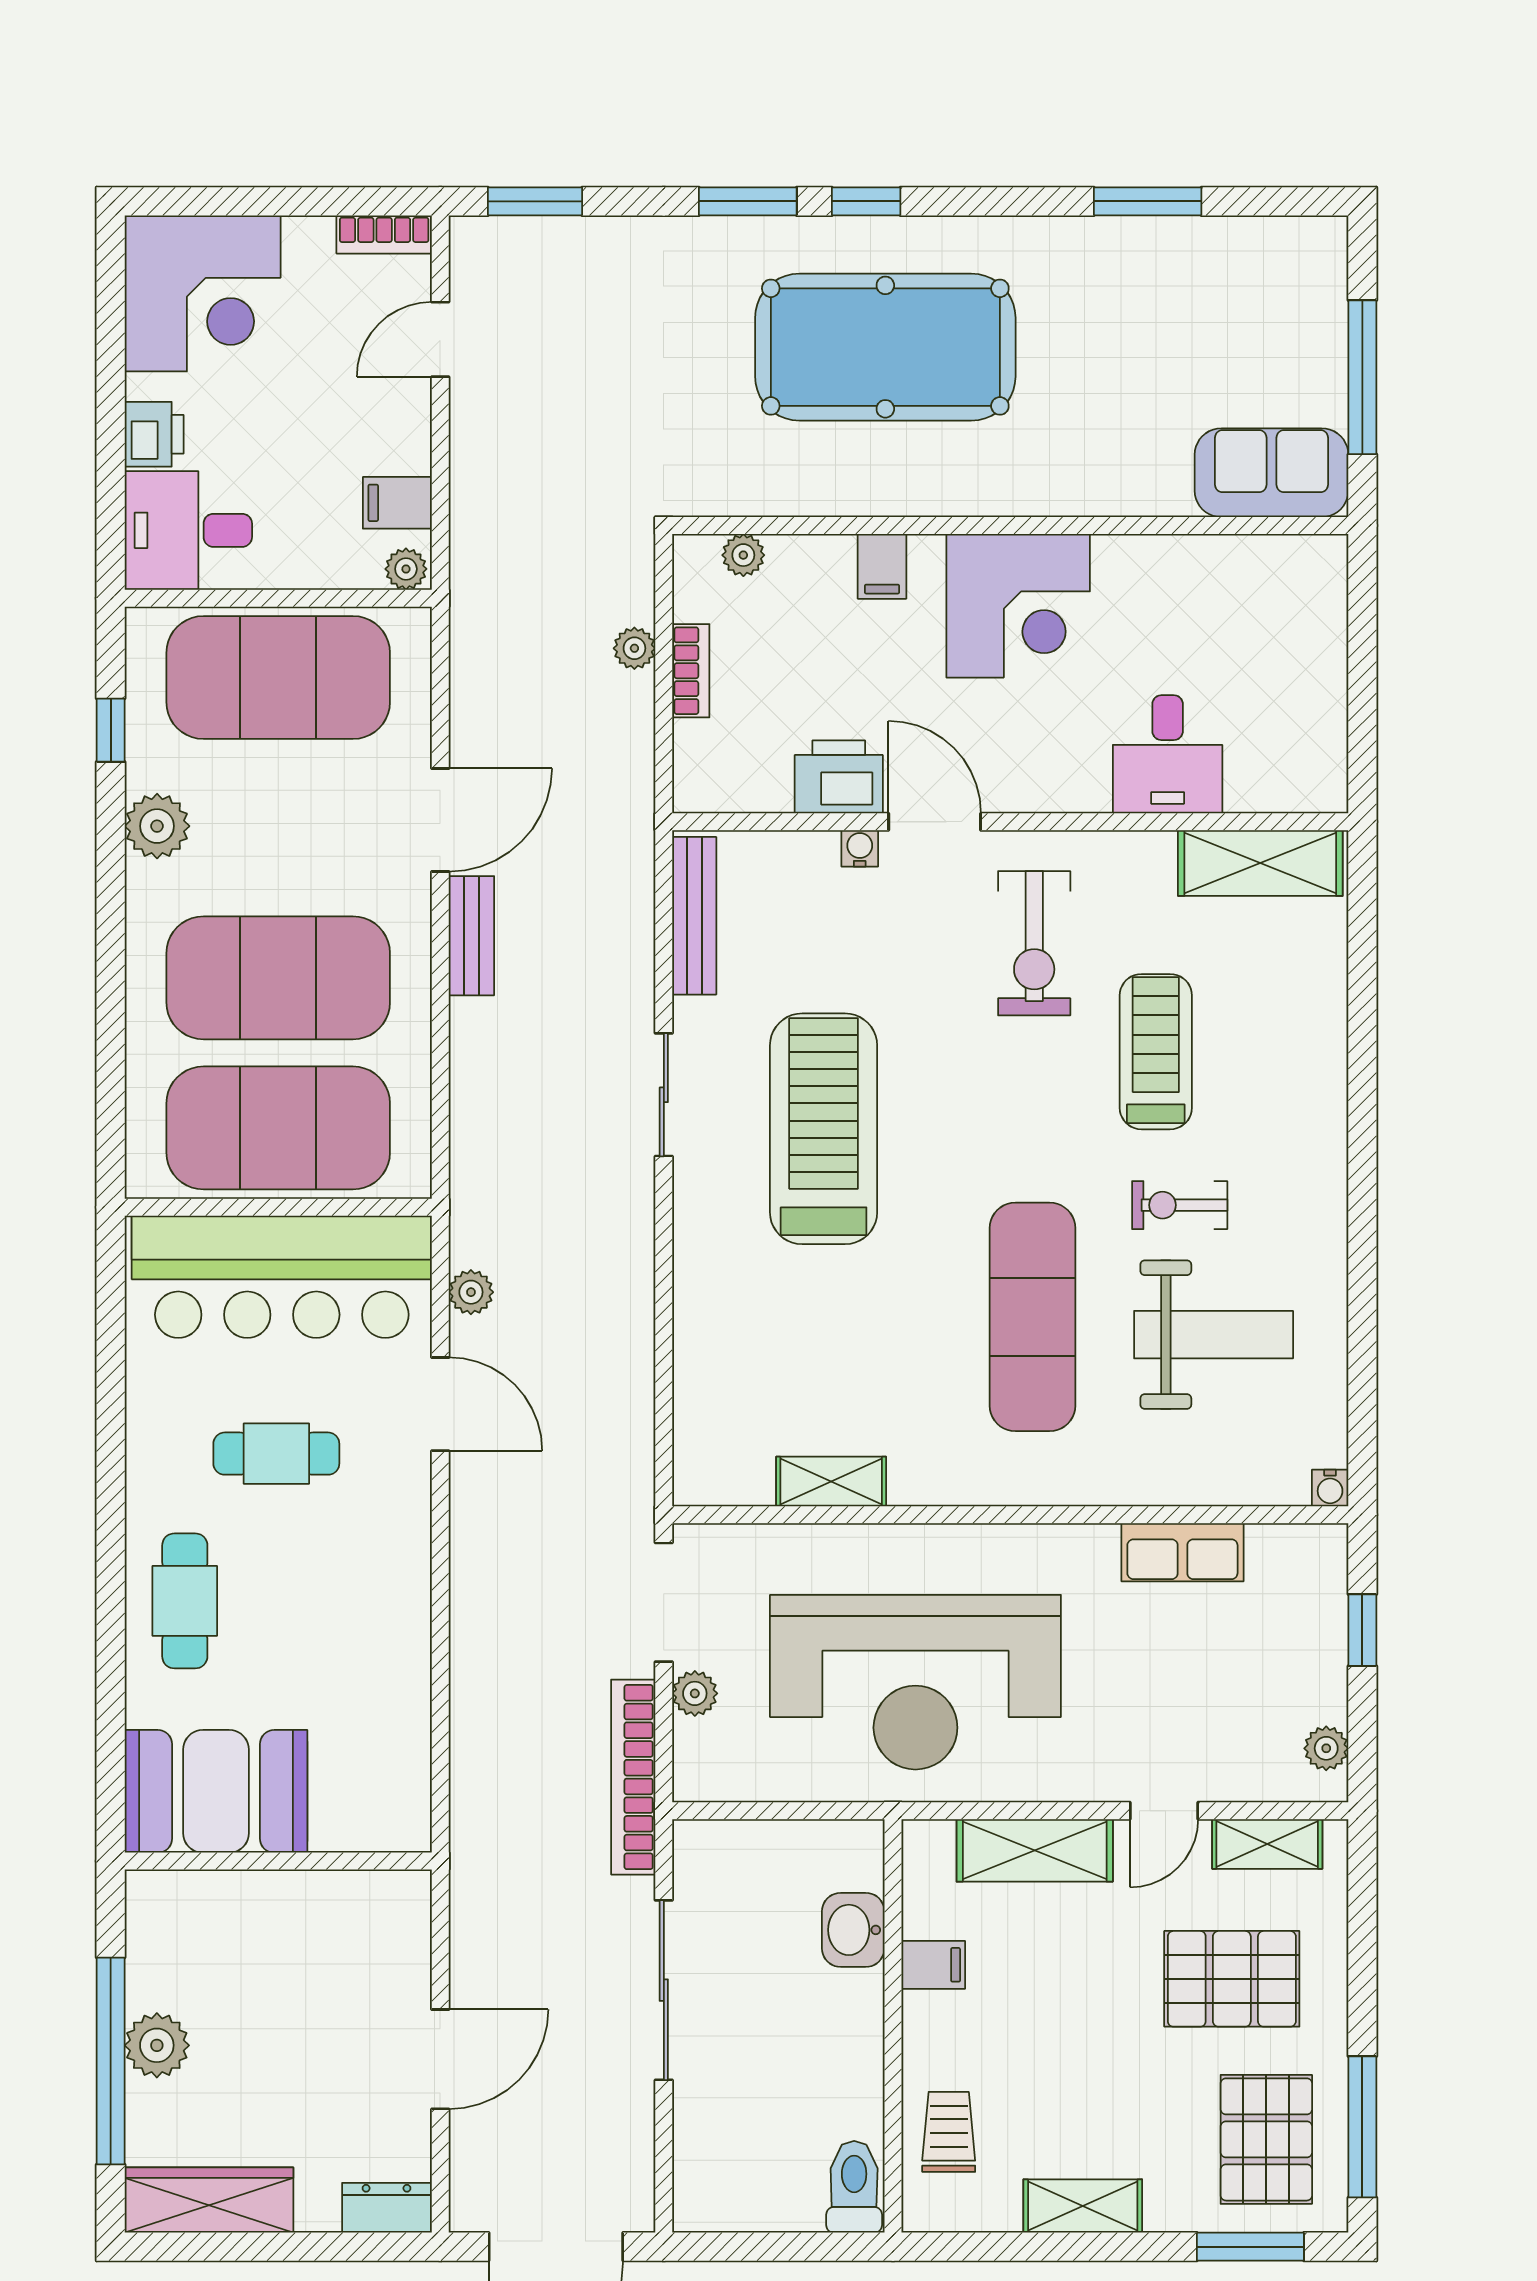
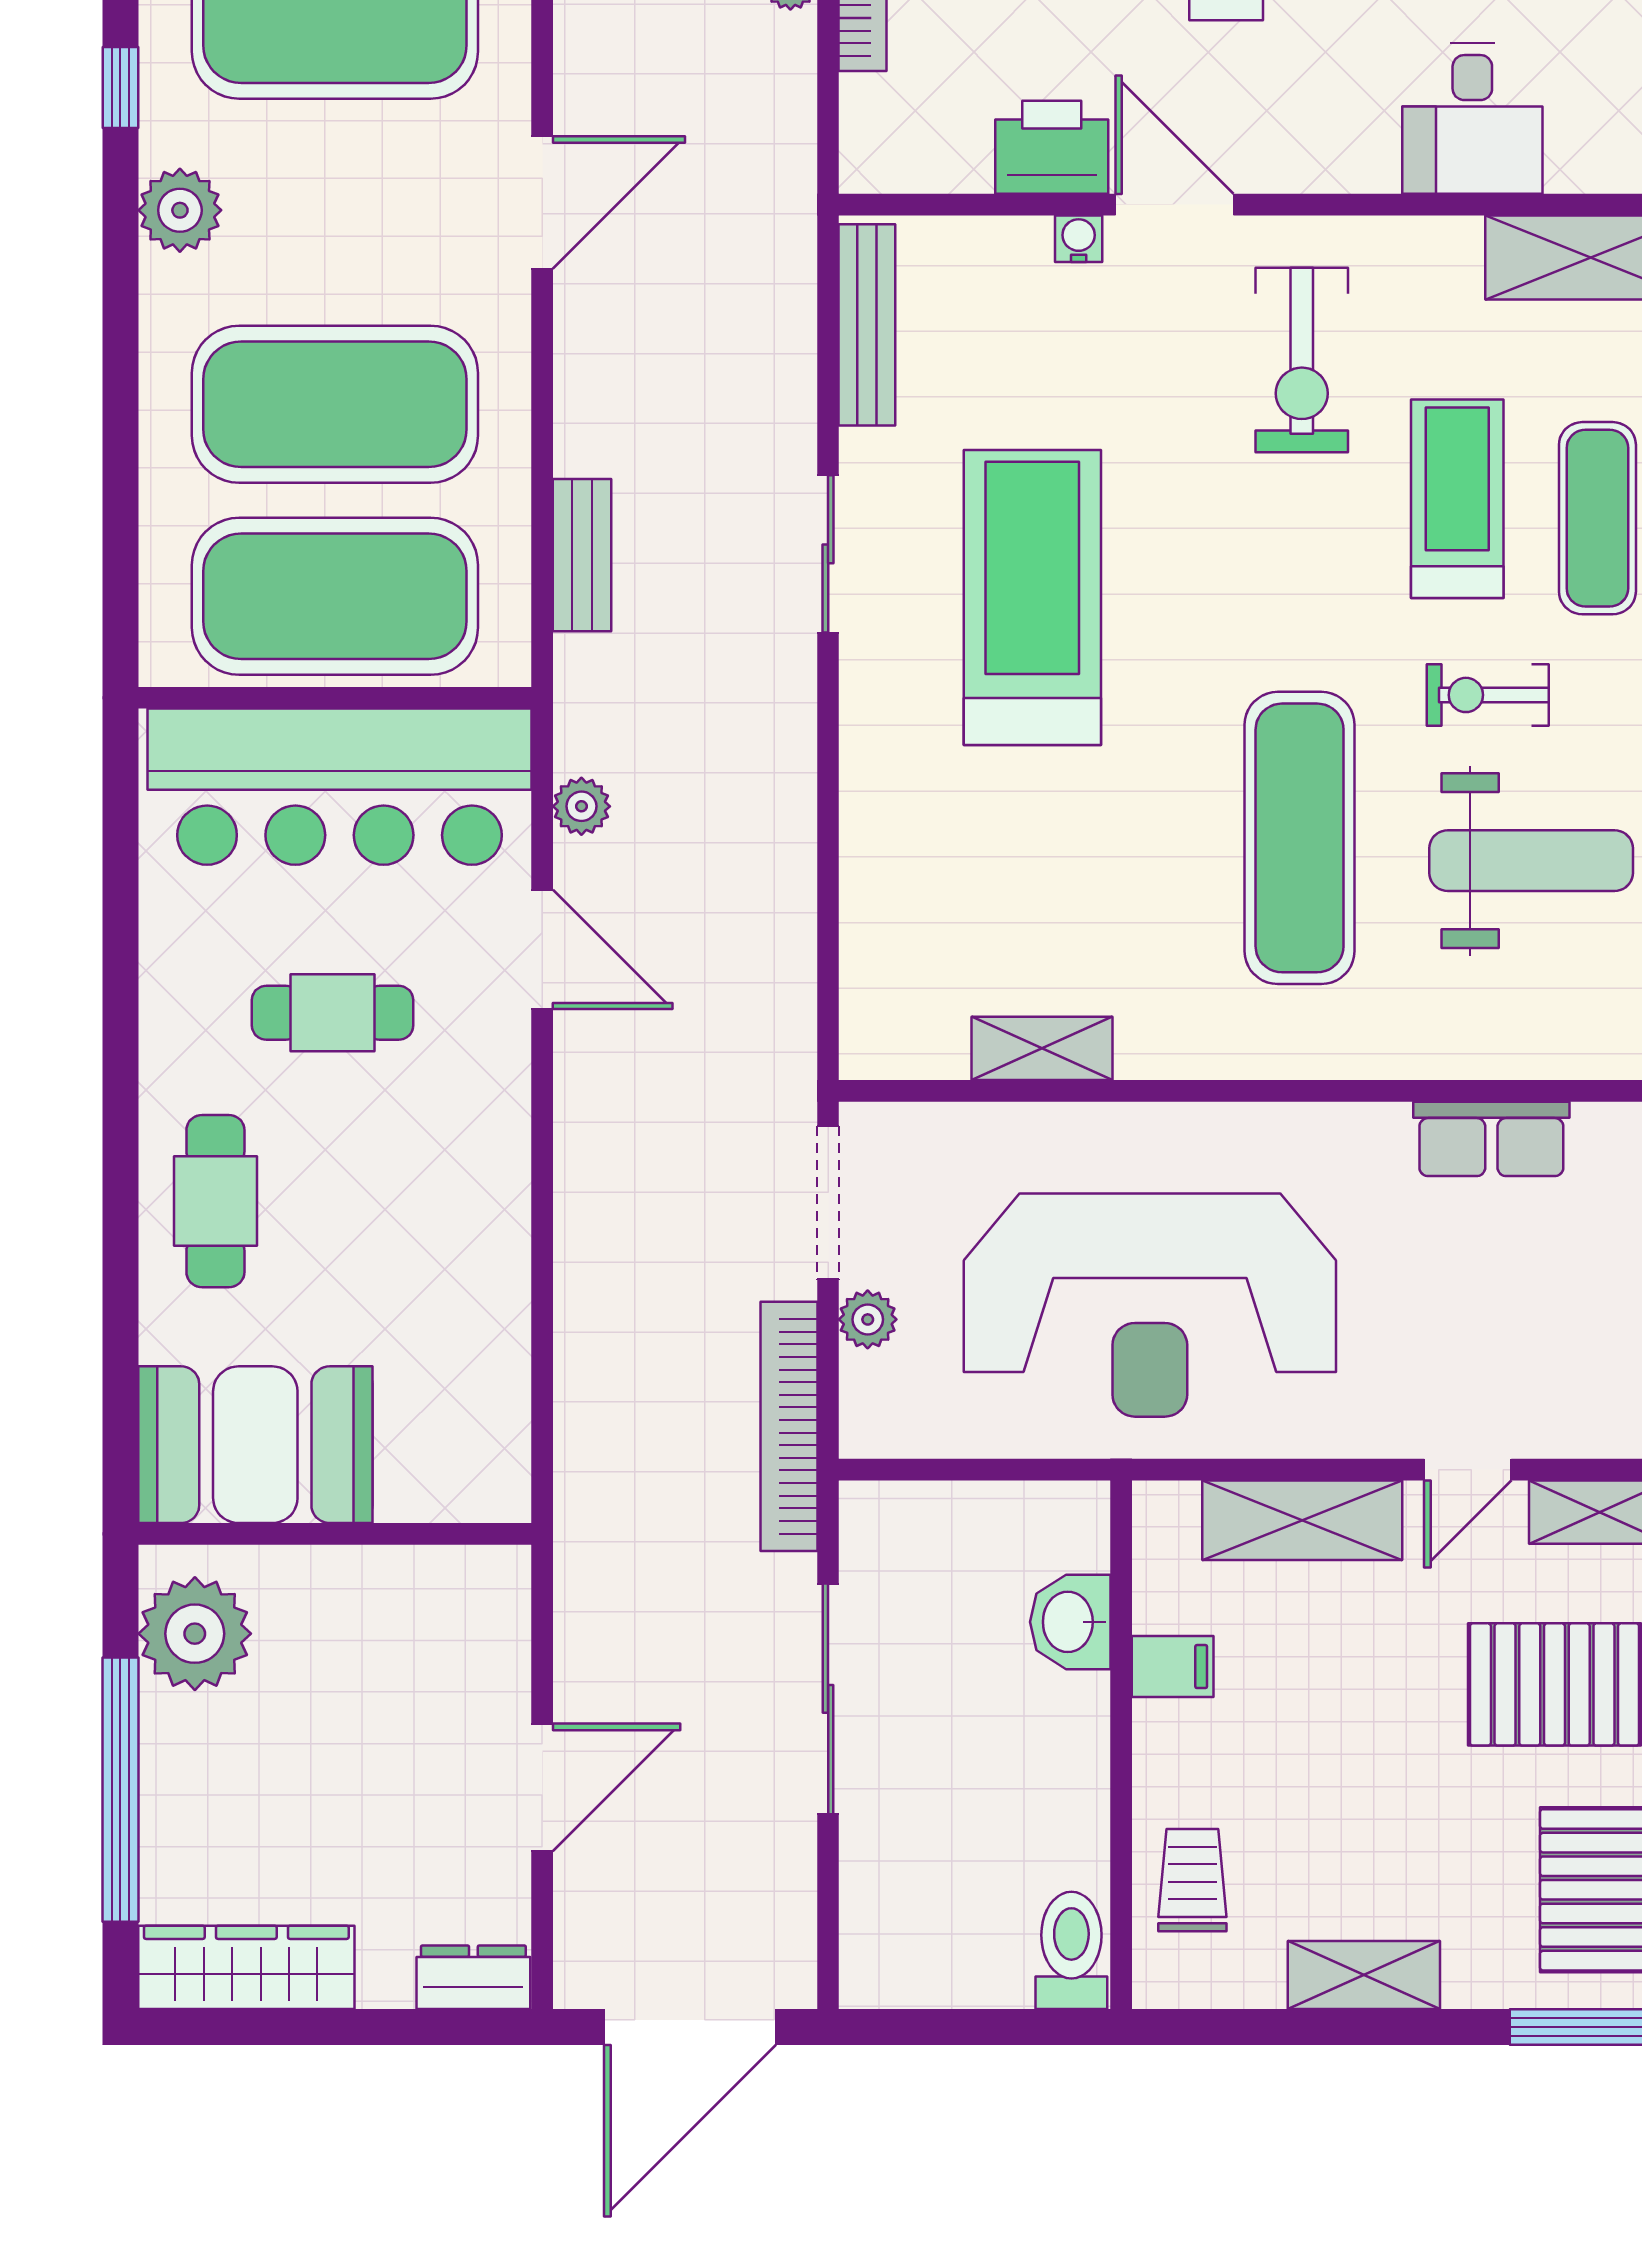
bench: (471, 936) -> (582, 555), moved
exercise mat: (1265, 1067) -> (1597, 518), added
plant: (157, 2045) -> (195, 1634), moved, width x1.36, depth x1.36

